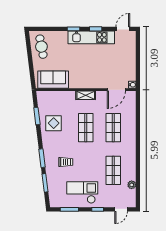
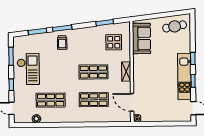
display table: (54, 123) -> (114, 42), moved
trolley: (66, 162) -> (62, 42), moved

